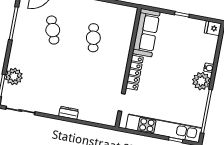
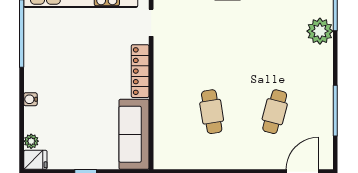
cafe table: (53, 30) -> (275, 112), turned 33
plant: (201, 81) -> (31, 141), moved, width x0.53, depth x0.53

